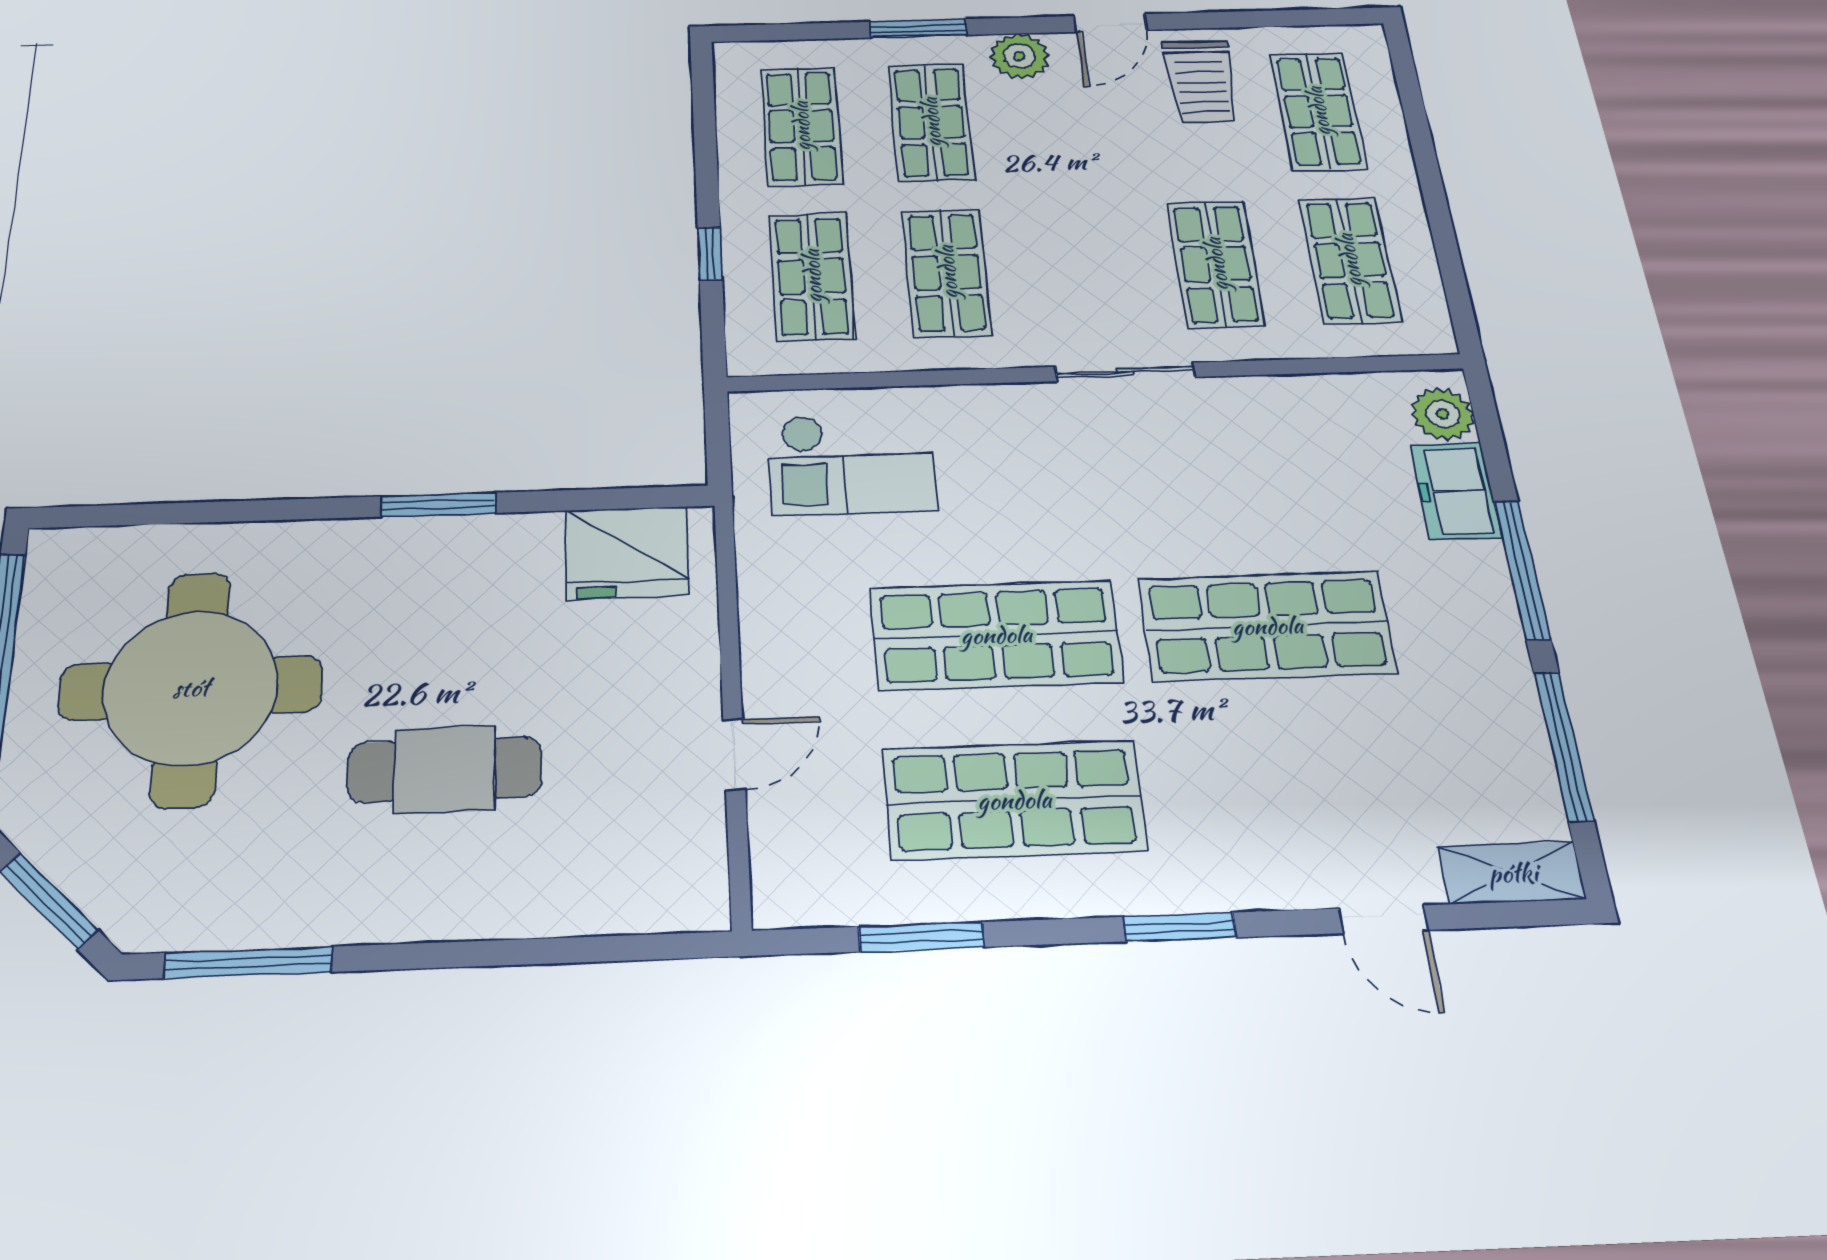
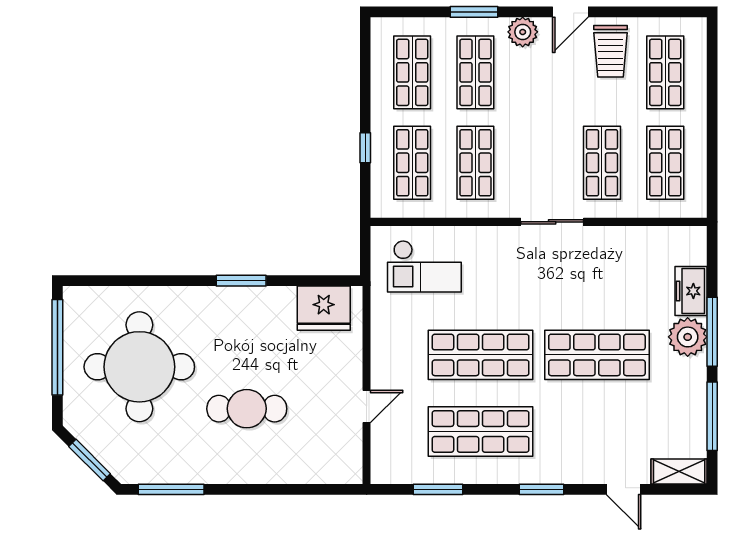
plant: (1443, 414) -> (688, 337), moved, width x1.36, depth x1.36

